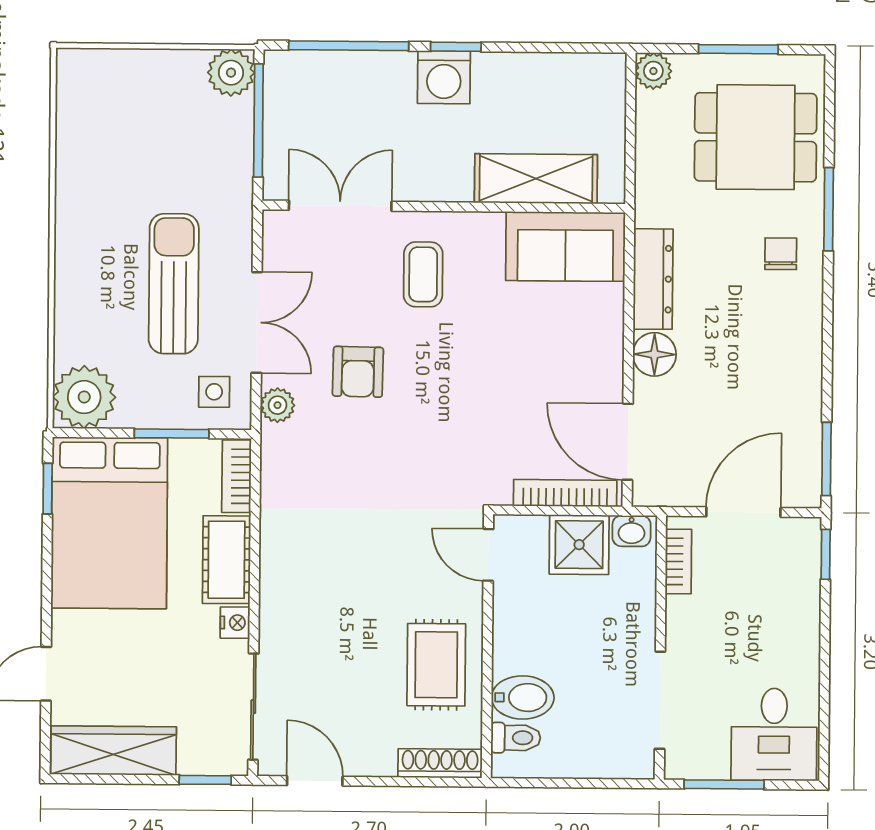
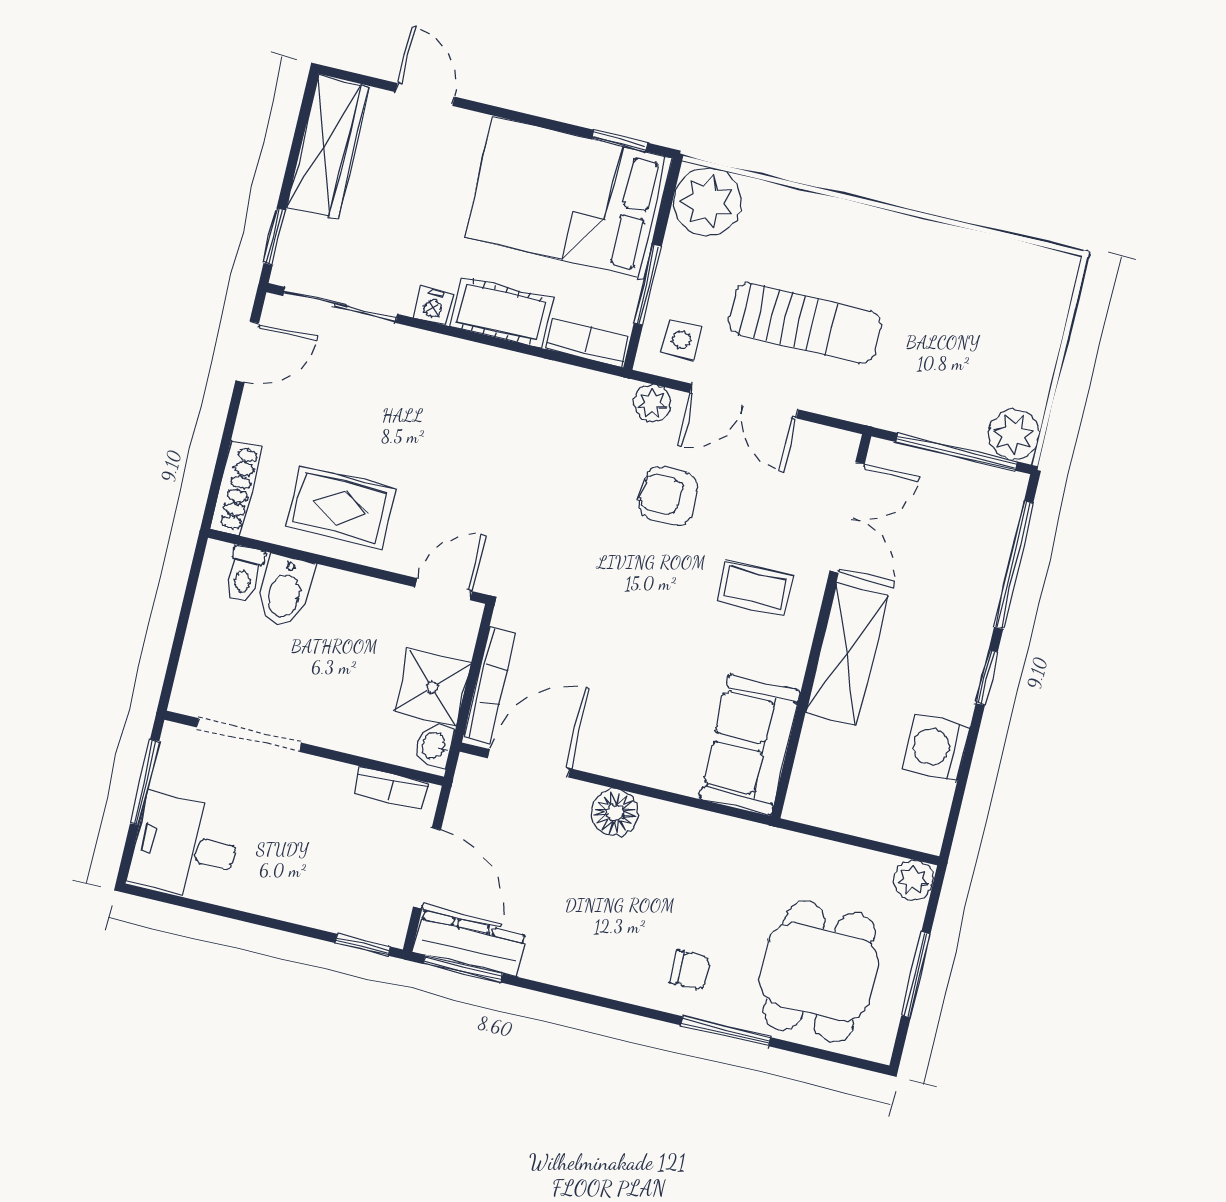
washing machine: (444, 77) -> (936, 748), moved
shelving: (536, 179) -> (847, 653), moved
dresser: (653, 279) -> (470, 944), moved, turned 180

